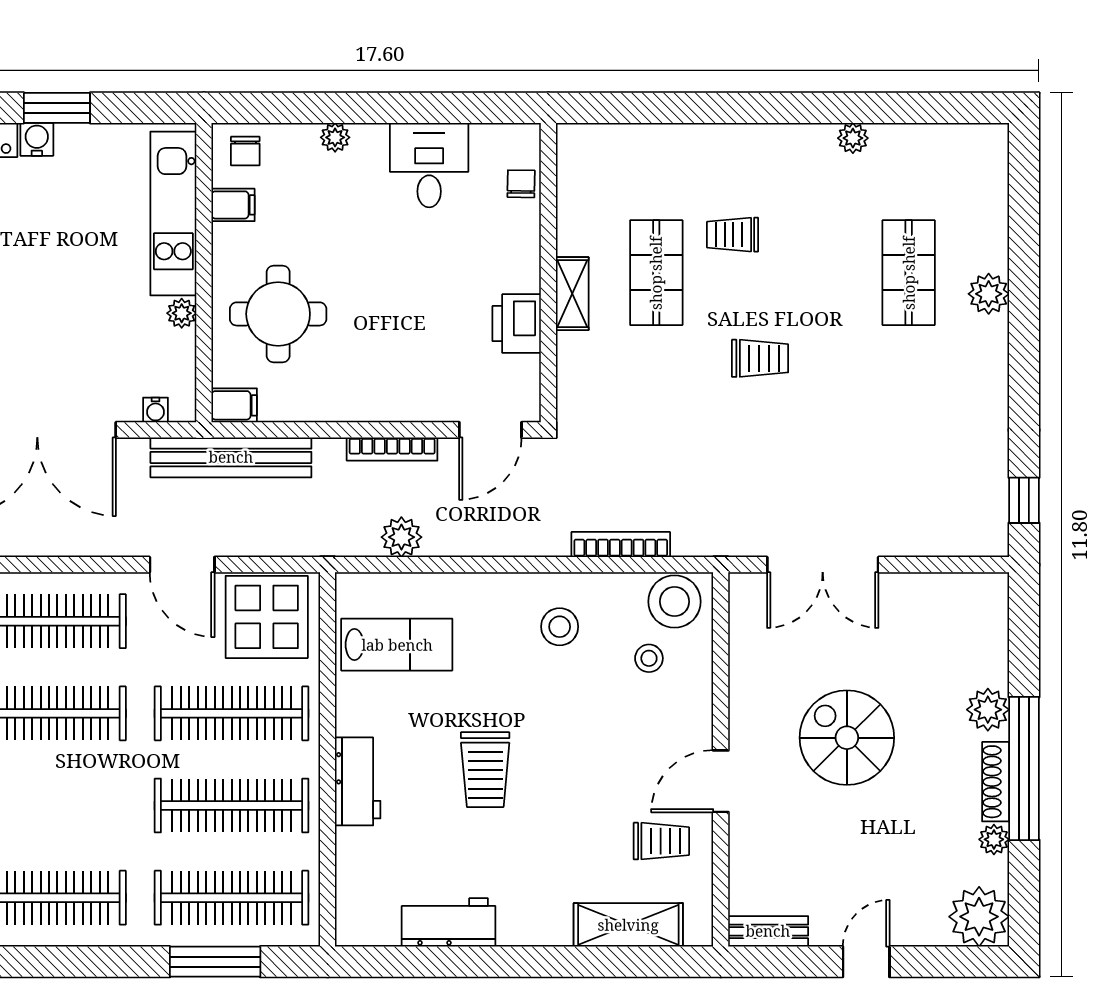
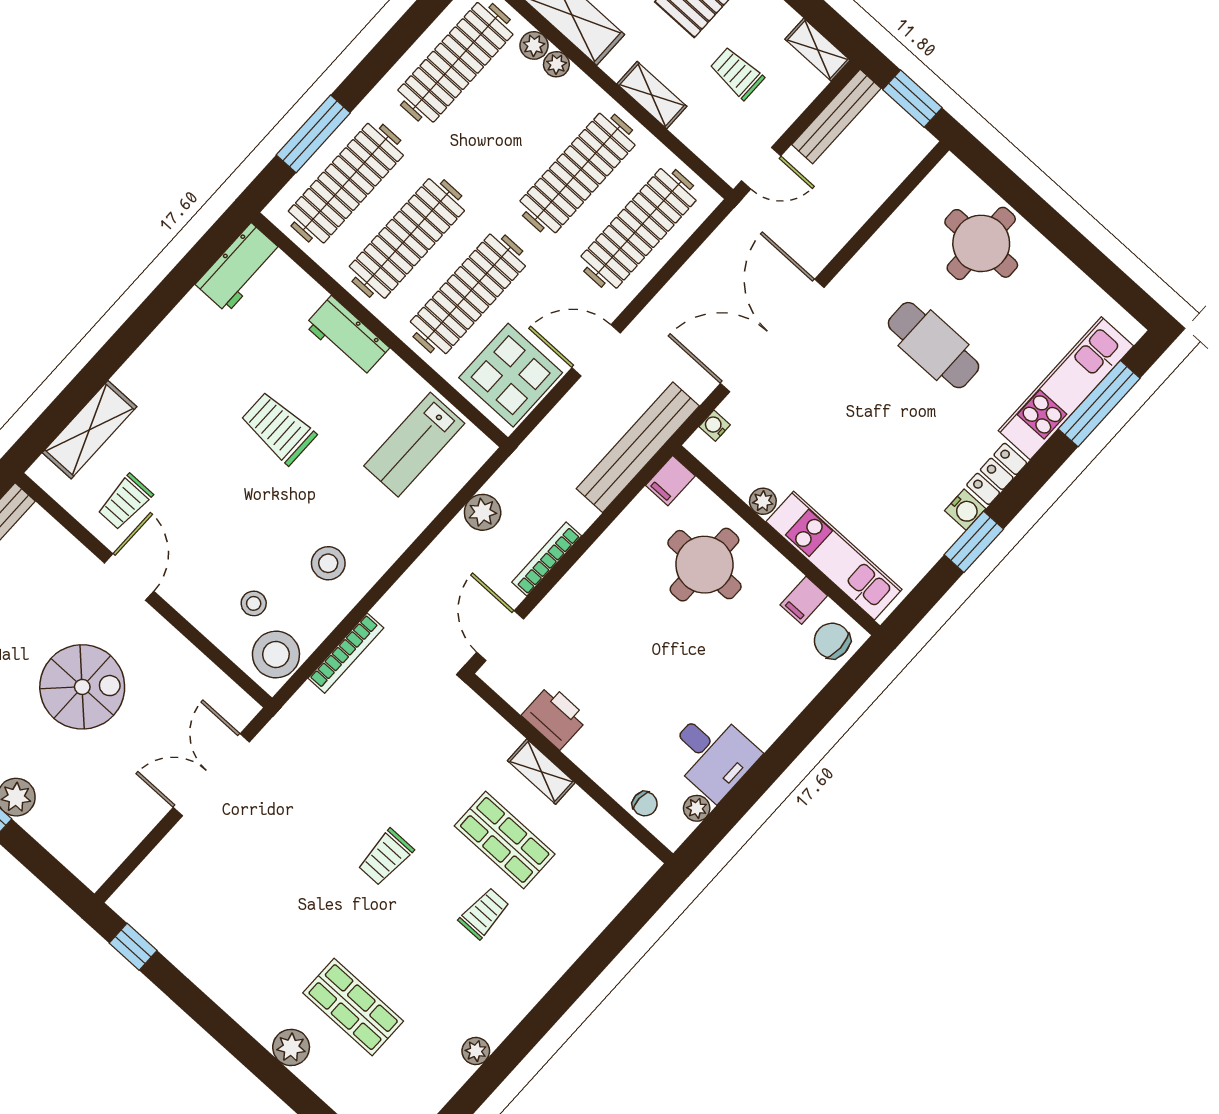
plant: (335, 137) -> (697, 808), moved
chair: (245, 151) -> (832, 641), width x1.37, depth x1.37
workbench: (449, 922) -> (239, 268), moved

